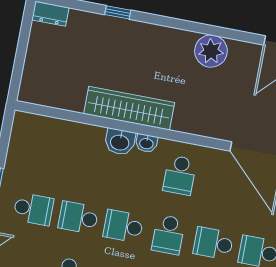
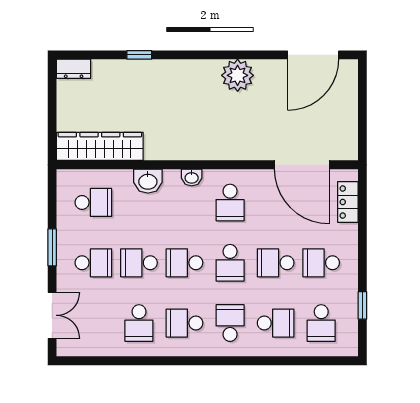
wardrobe: (129, 108) -> (100, 146), moved
washbasin: (120, 142) -> (148, 181), moved
school desk: (45, 149) -> (93, 202), added

